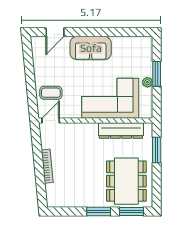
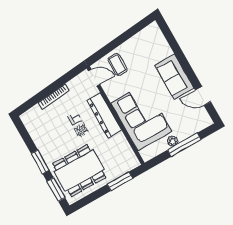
door: (55, 32) -> (203, 96), moved
window: (157, 74) -> (184, 145), width x1.44
dresser: (121, 130) -> (104, 115), moved

